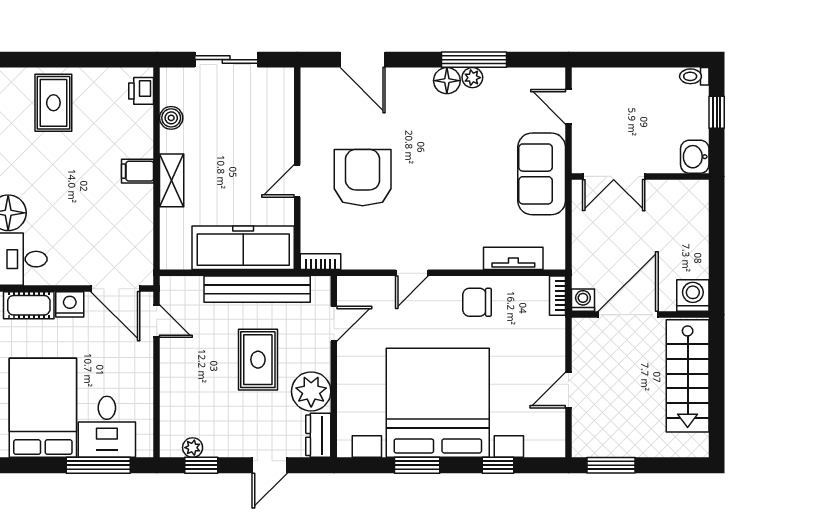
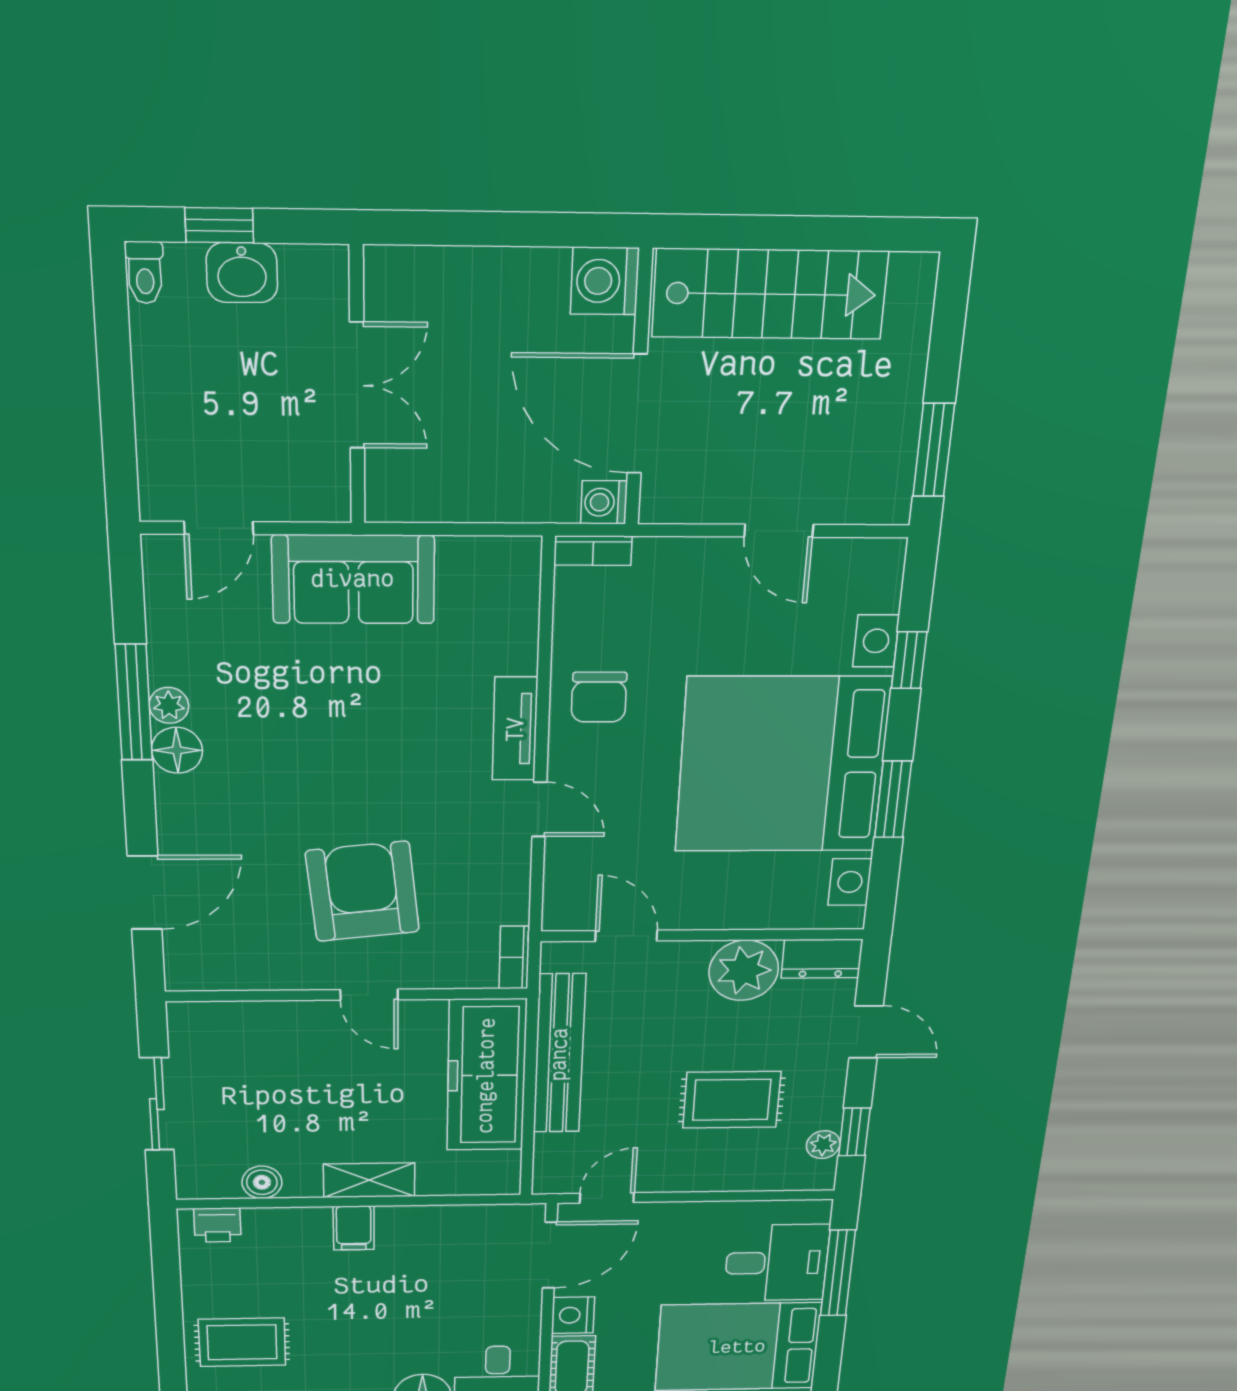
washbasin: (695, 157) -> (242, 273), moved
double door: (614, 176) -> (357, 386), moved
armchair: (363, 178) -> (363, 891), turned 84
tv unit: (513, 258) -> (515, 729), moved
rug: (258, 360) -> (732, 1100), moved

